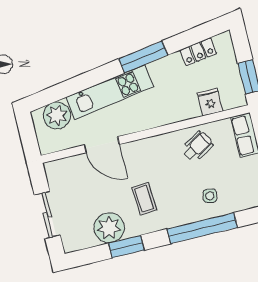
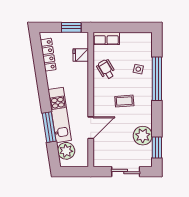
locker: (198, 52) -> (48, 55), width x1.53
window: (143, 57) -> (49, 127), moved
coffee table: (144, 199) -> (124, 101), moved
window: (126, 247) -> (157, 148), moved

